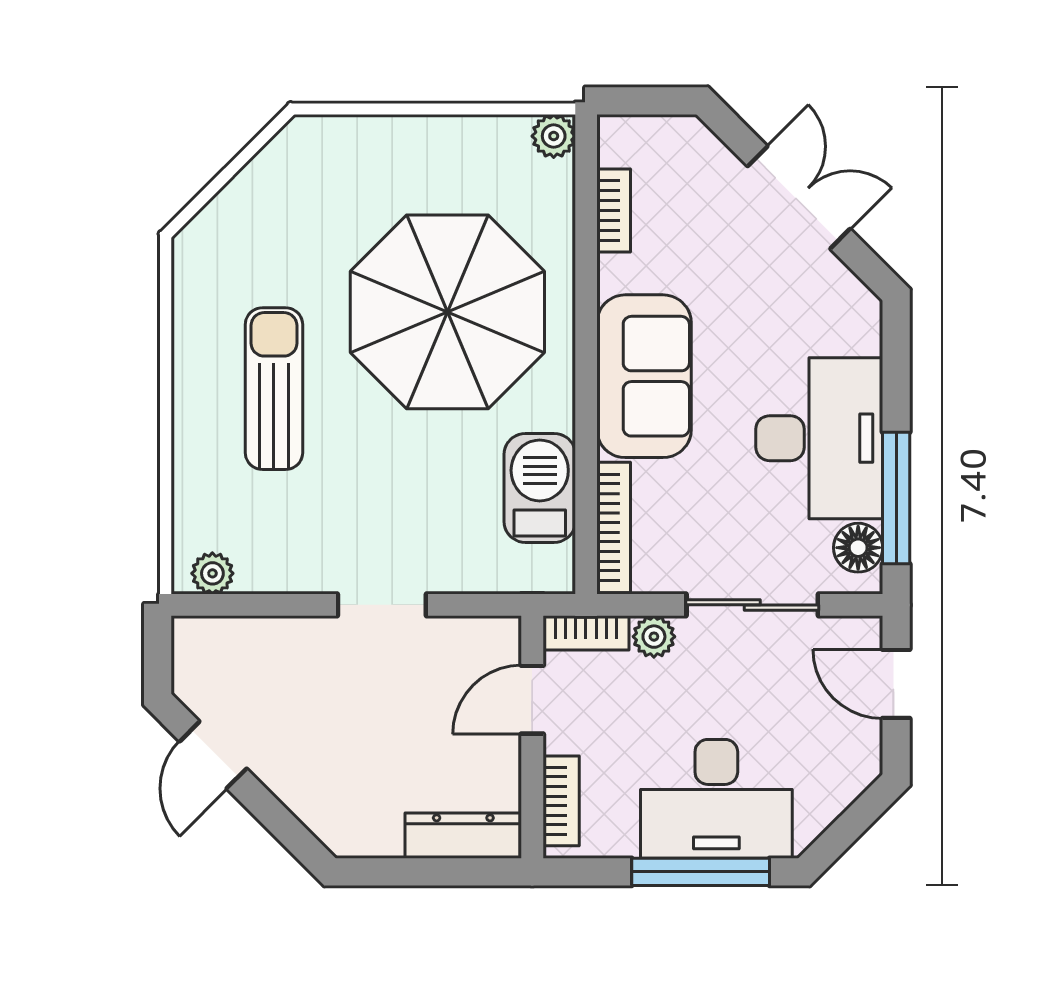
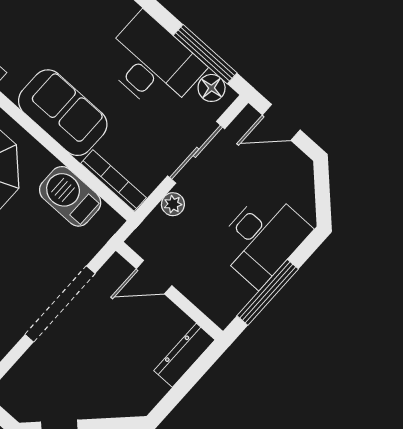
doorway: (382, 605) -> (60, 304), width x1.87
bookcase: (586, 633) -> (146, 231), removed
door: (532, 700) -> (154, 277), hinge flipped
bookcase: (561, 801) -> (206, 303), removed
window: (701, 872) -> (268, 292), moved

